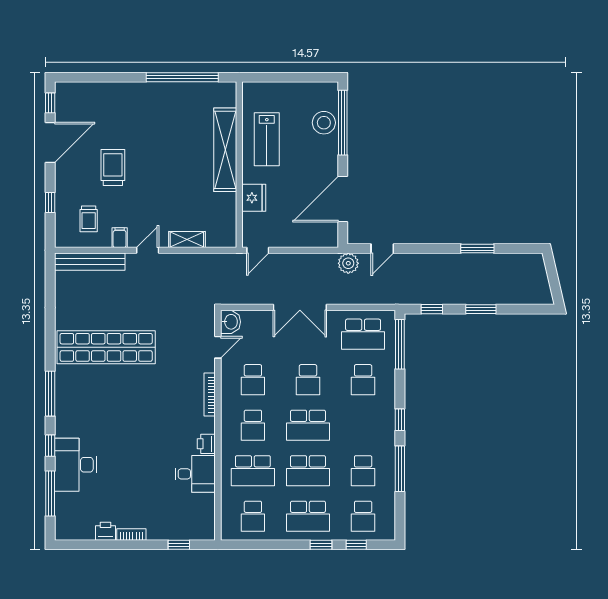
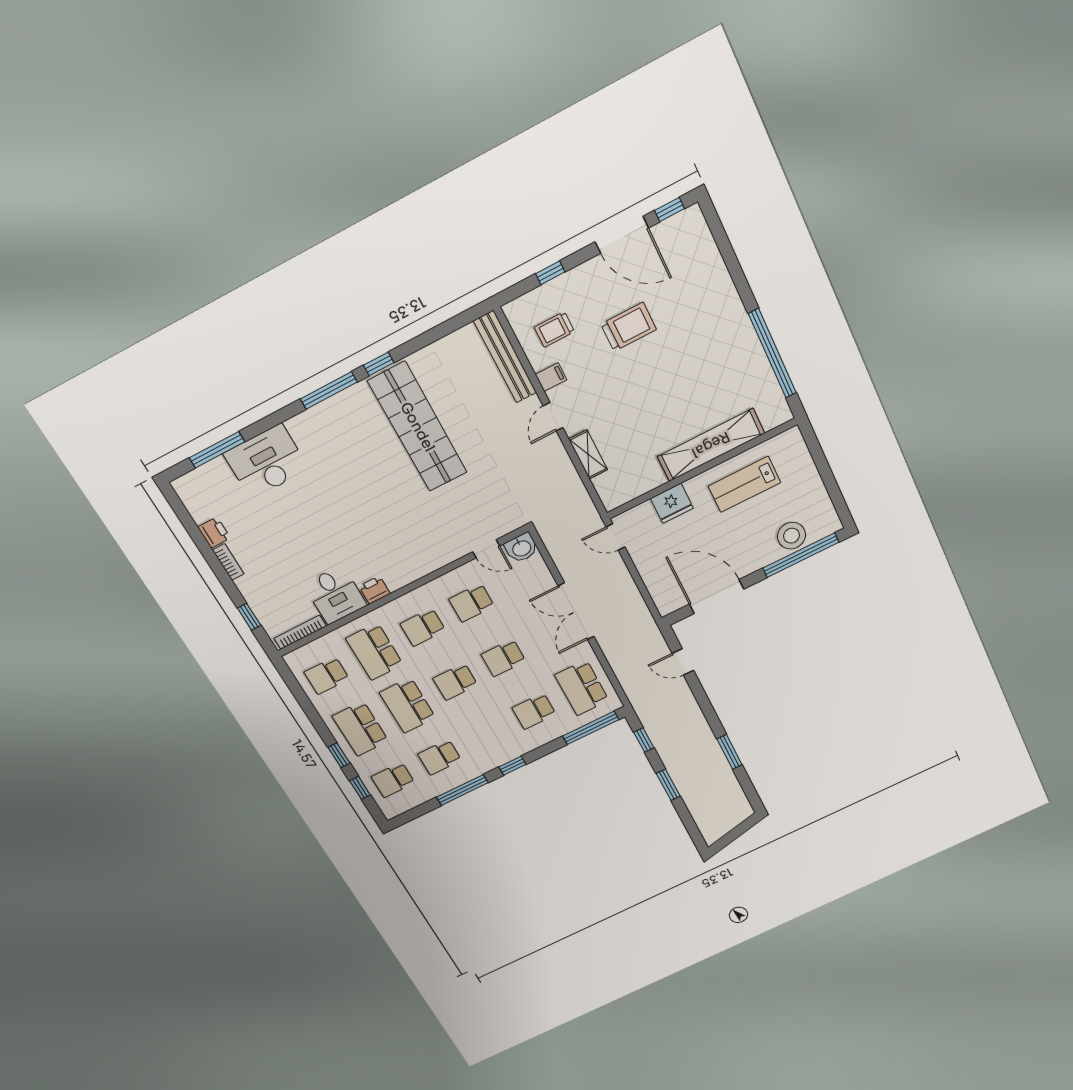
door: (148, 250) -> (553, 417), swing flipped
plant: (348, 263) -> (650, 636), removed
bookcase: (210, 395) -> (300, 632), moved
school desk: (308, 425) -> (455, 682), width x0.54
window: (50, 446) -> (379, 364), moved

